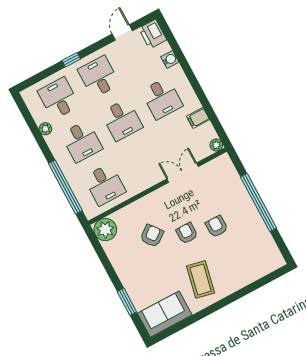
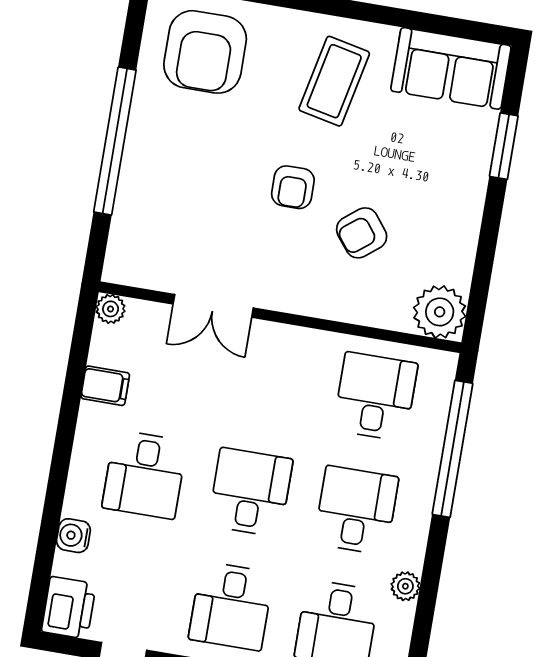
desk: (162, 98) -> (144, 474), turned 180
armchair: (217, 226) -> (205, 52), moved, width x1.88, depth x1.88

